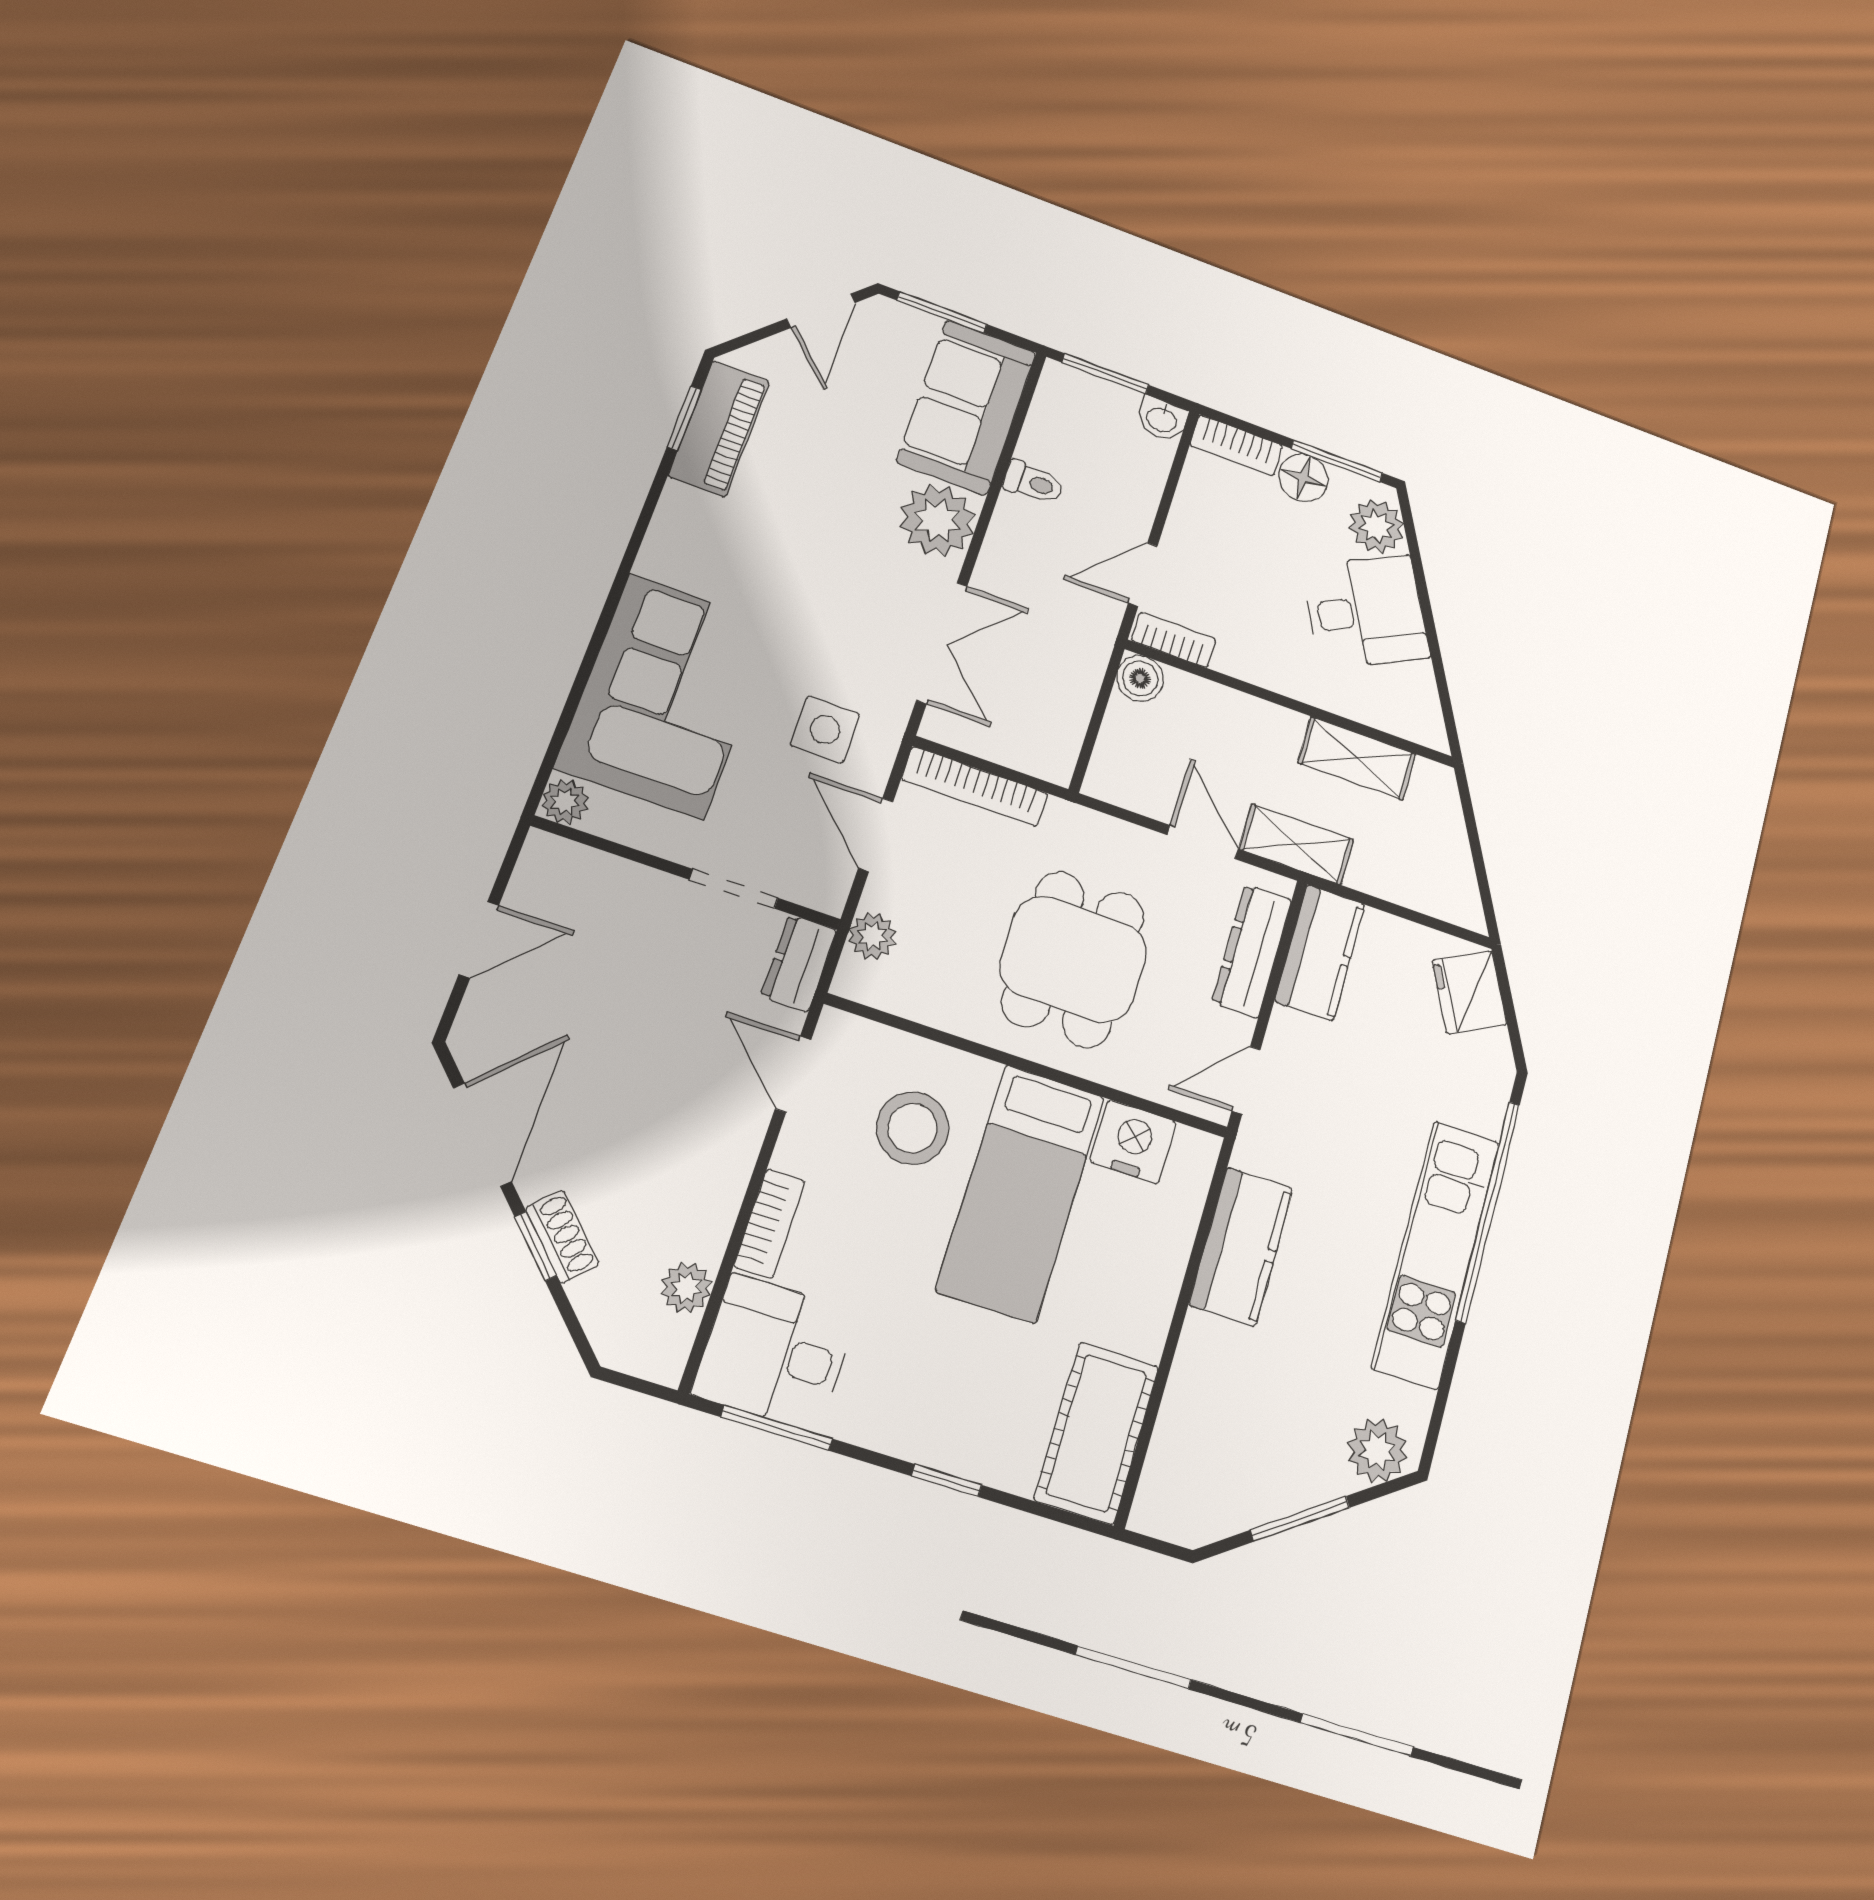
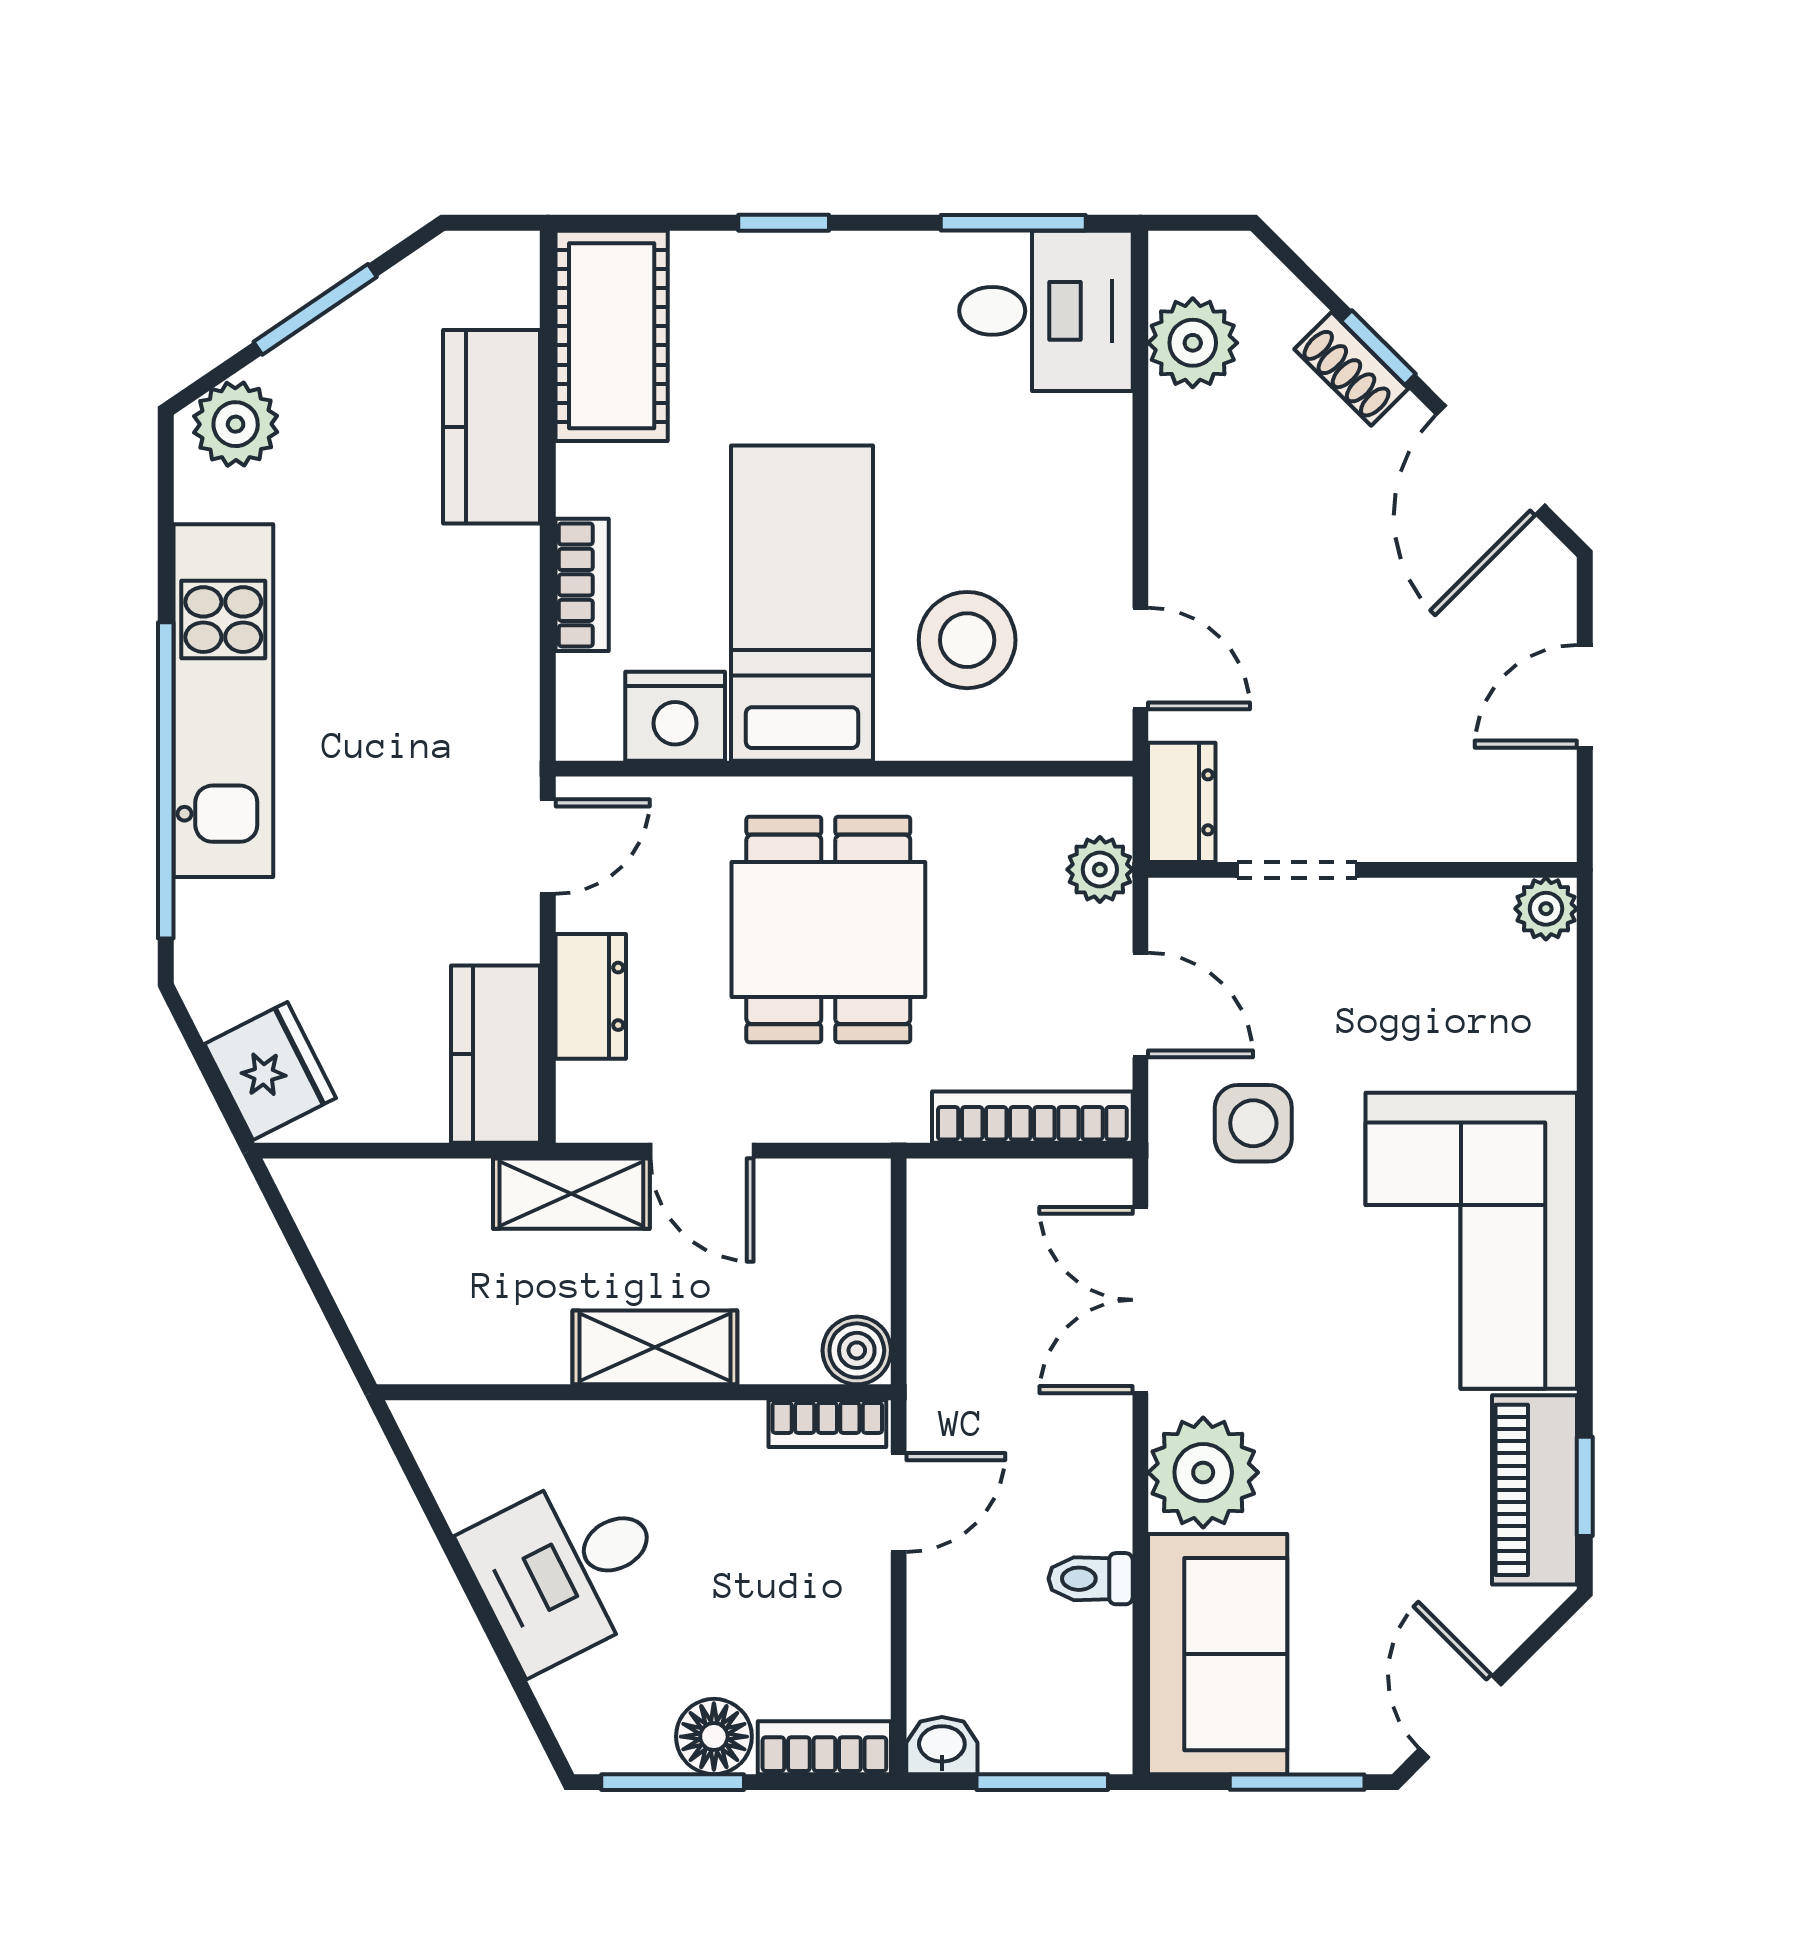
plant: (1377, 526) -> (587, 1704), removed
corner sofa: (666, 696) -> (1471, 1241), moved
shelving: (1357, 758) -> (655, 1347), moved
dresser: (1252, 951) -> (591, 996), width x0.70
bookcase: (770, 1224) -> (582, 585), moved, turned 180
kitchen counter: (1241, 1246) -> (492, 427), moved
plant: (686, 1288) -> (1193, 343), width x1.38, depth x1.38

